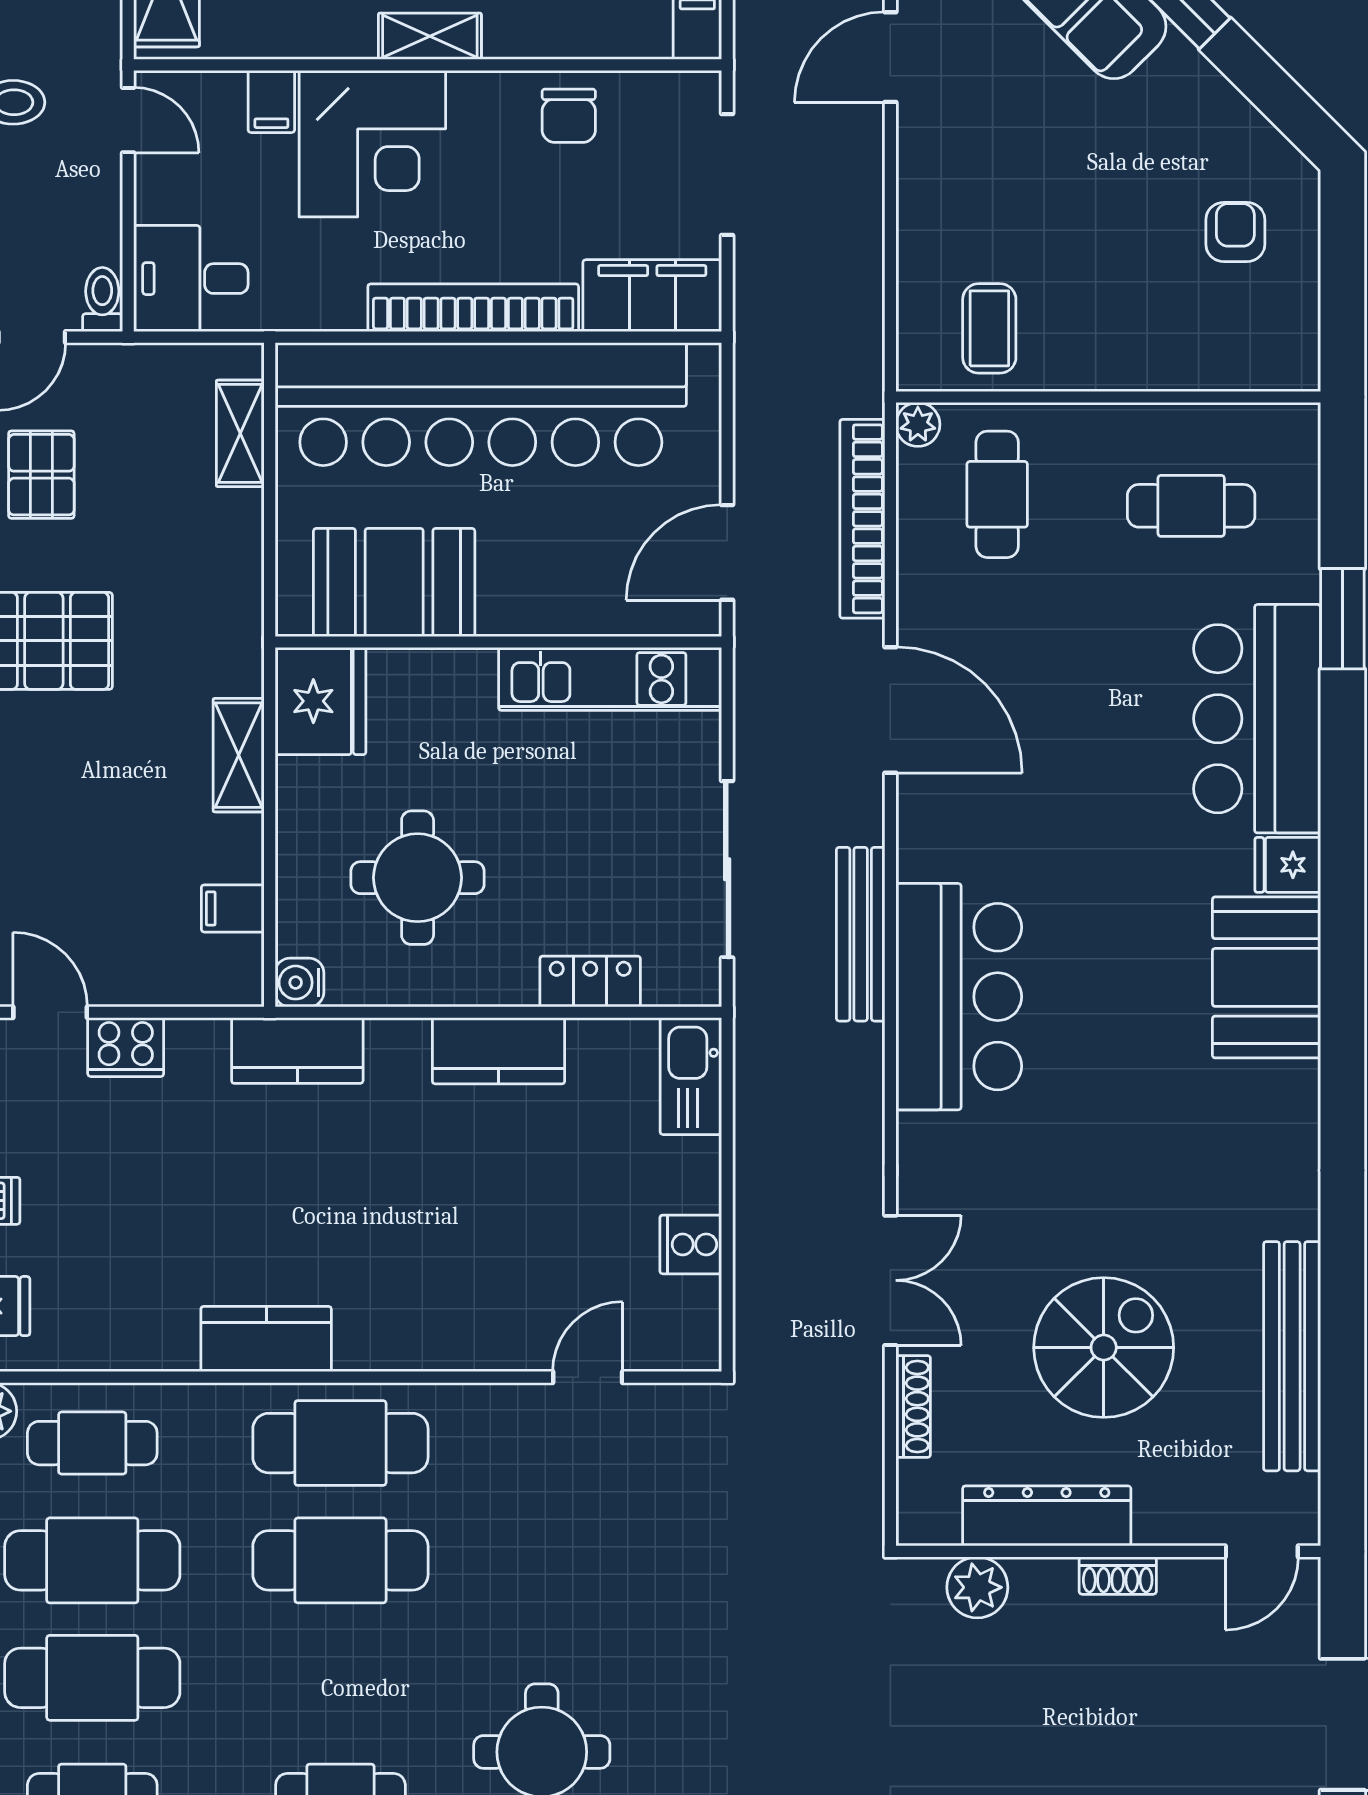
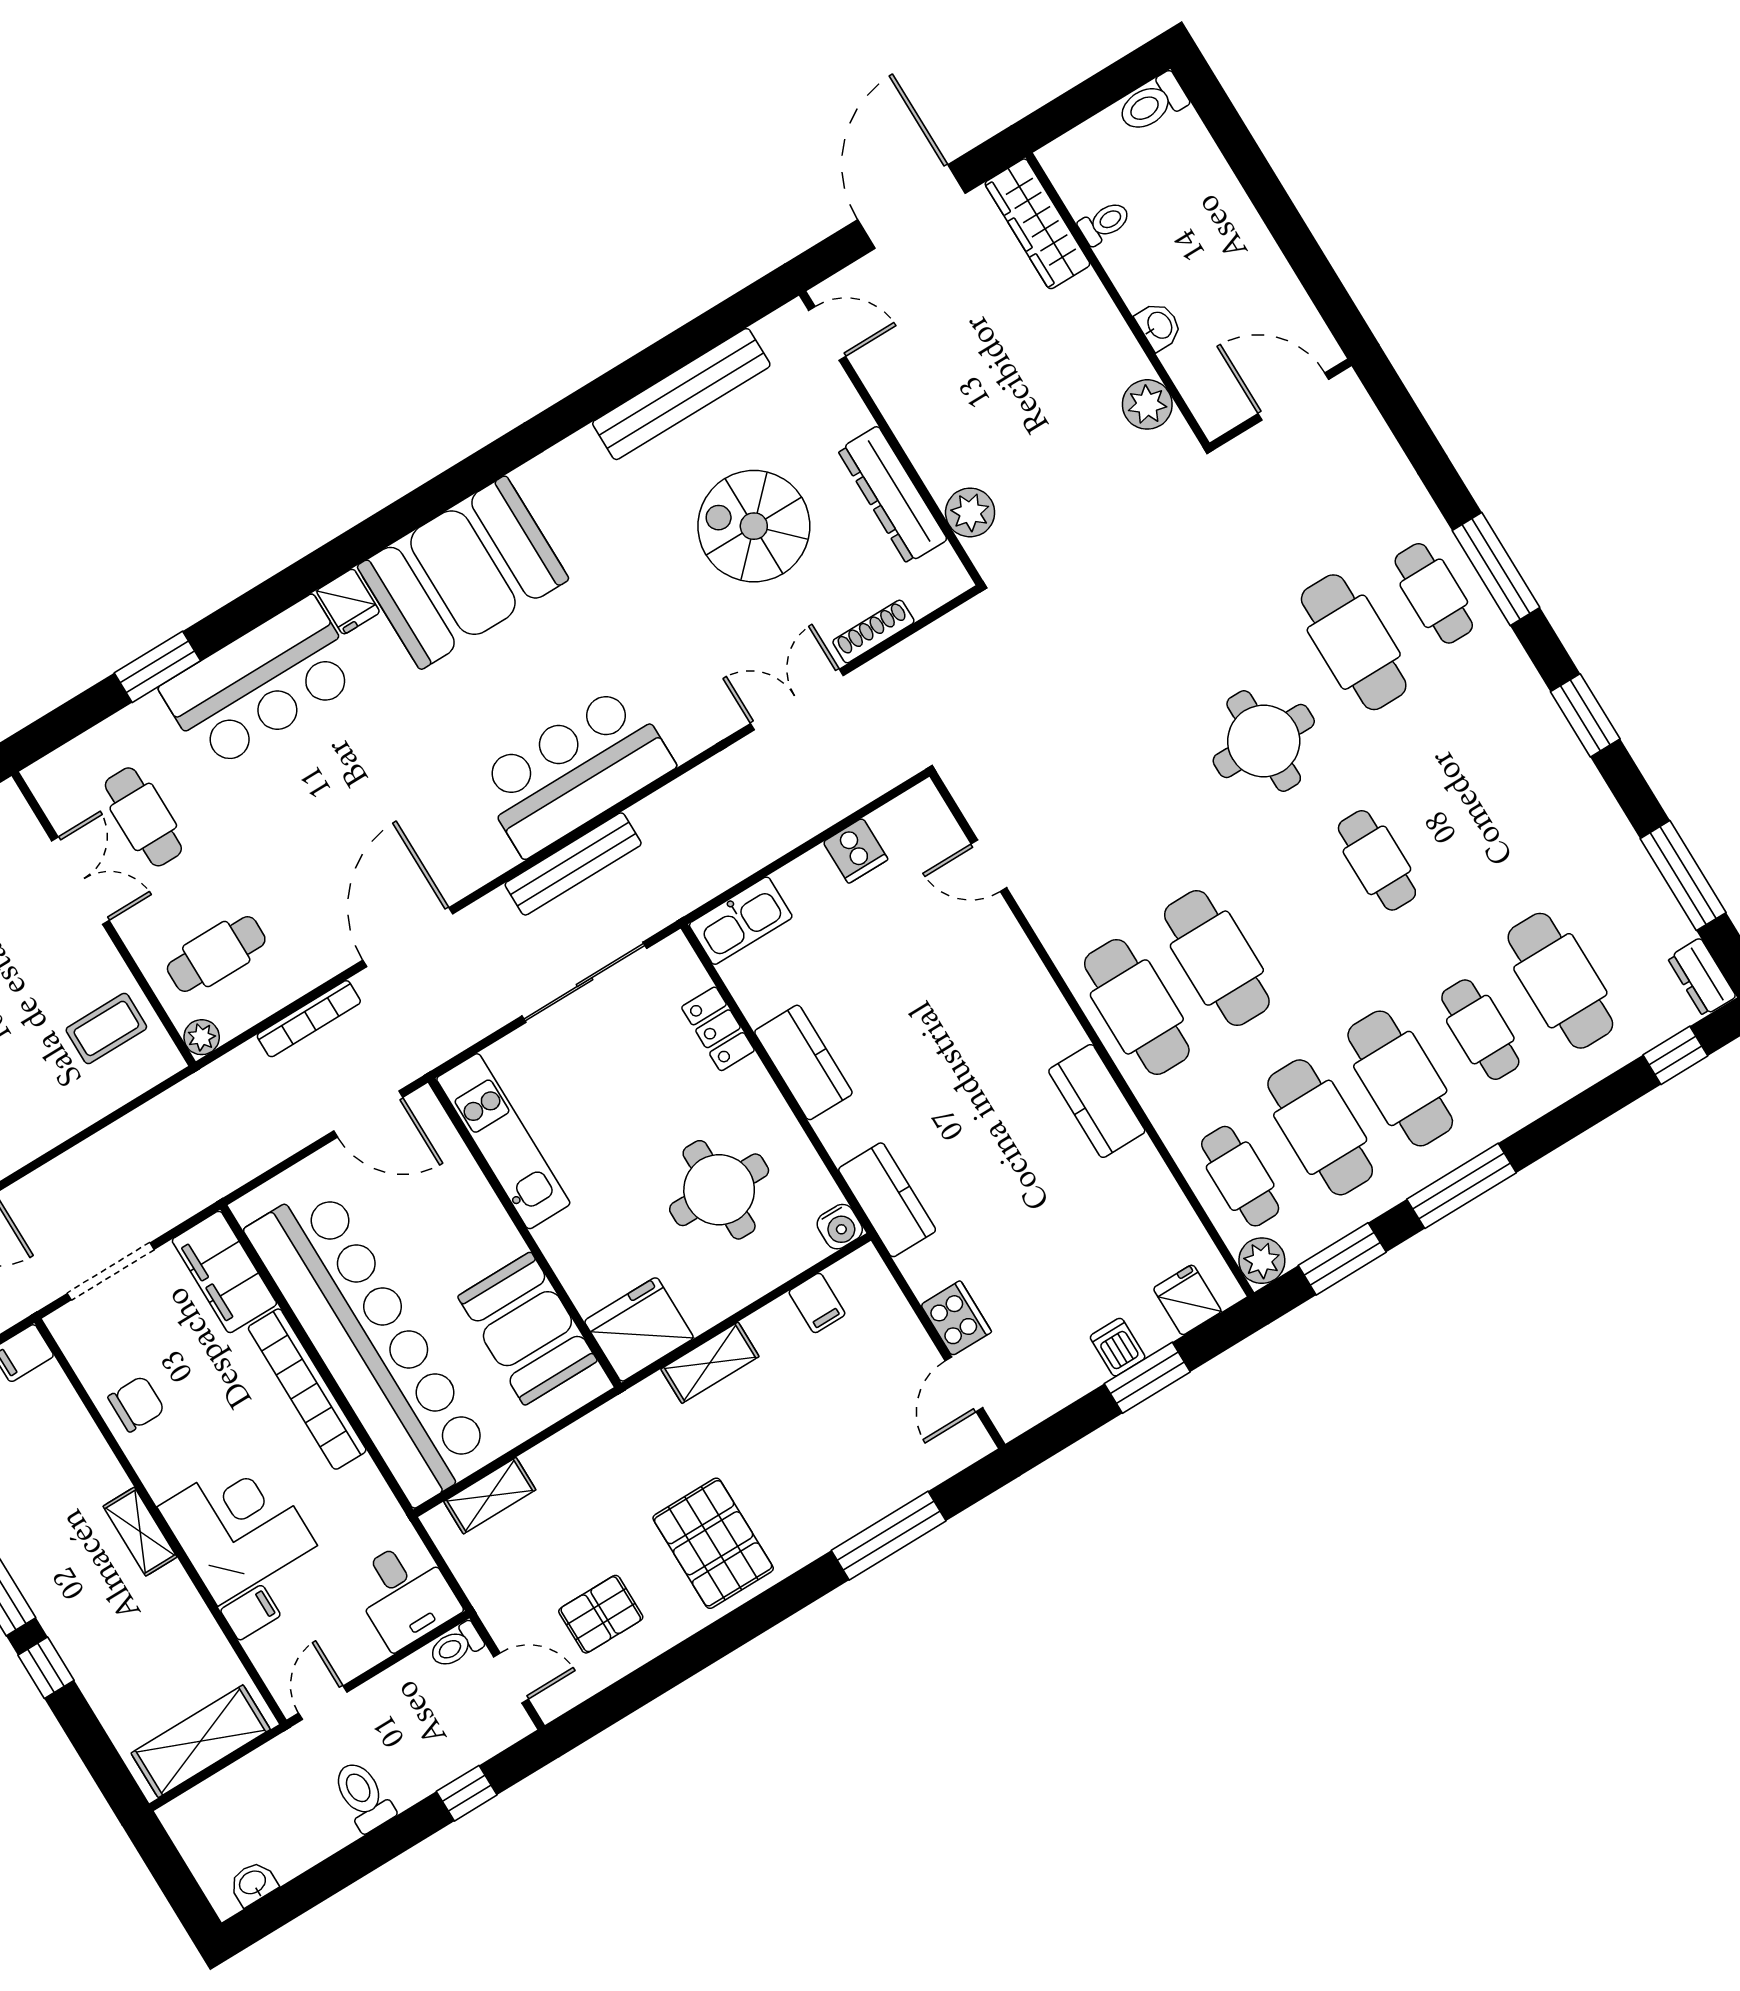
double door: (1164, 397) -> (80, 881), added
bookcase: (862, 519) -> (309, 1019), width x0.68, depth x0.76
booth: (1266, 977) -> (463, 573), width x1.36, depth x1.42
shoe rack: (1118, 1576) -> (904, 422), removed

